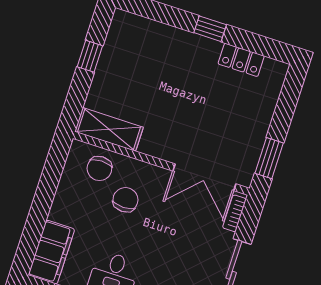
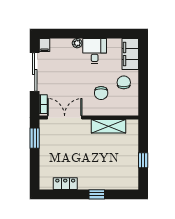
window: (210, 29) -> (97, 194), moved
shelving: (109, 129) -> (109, 126), moved
chair: (99, 168) -> (124, 82), moved

